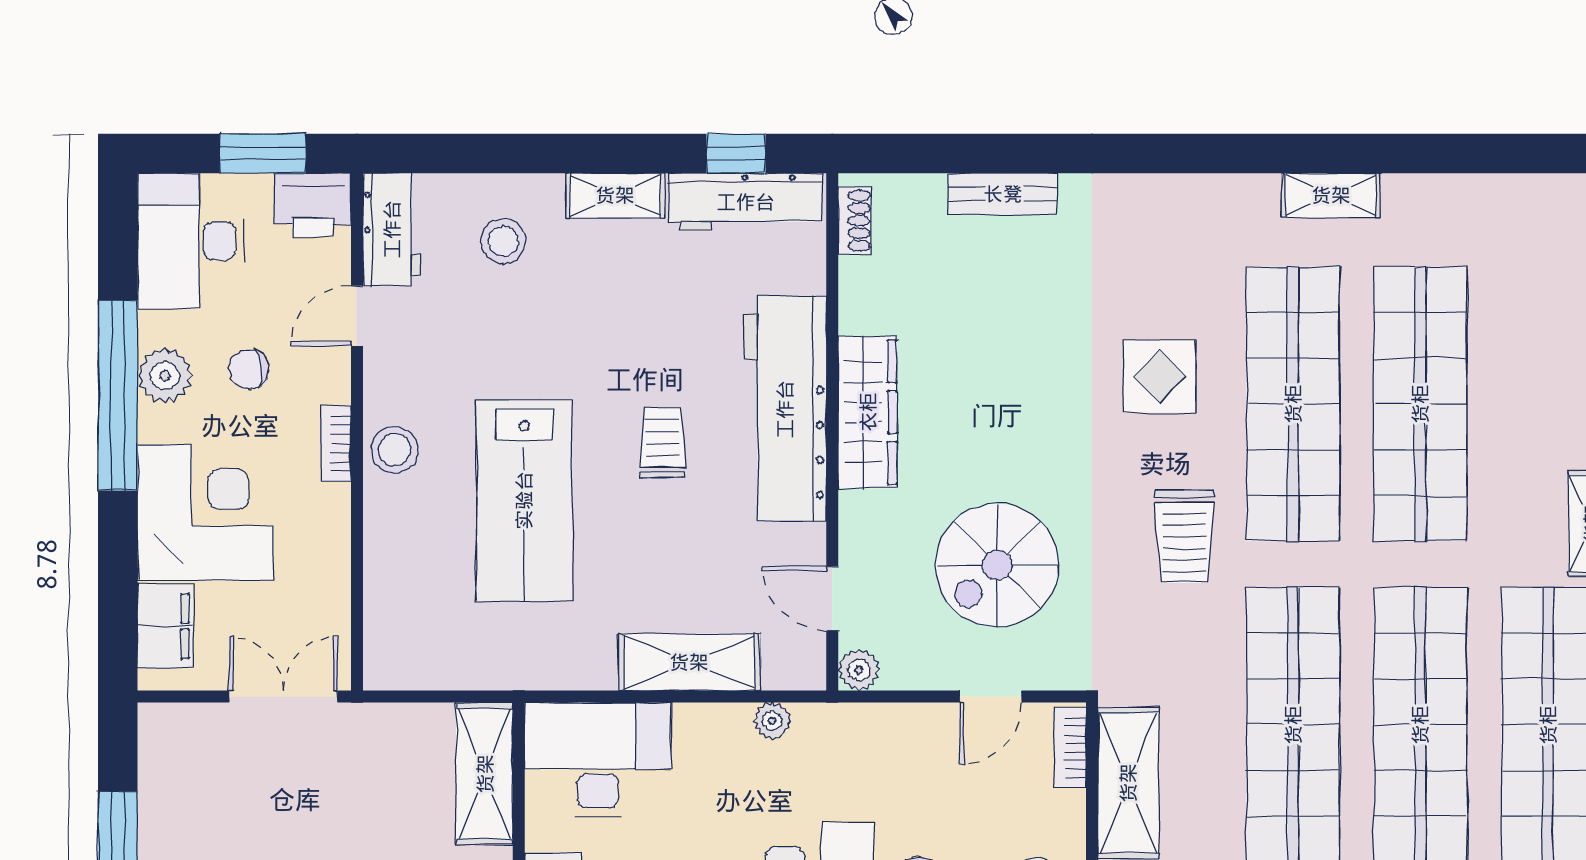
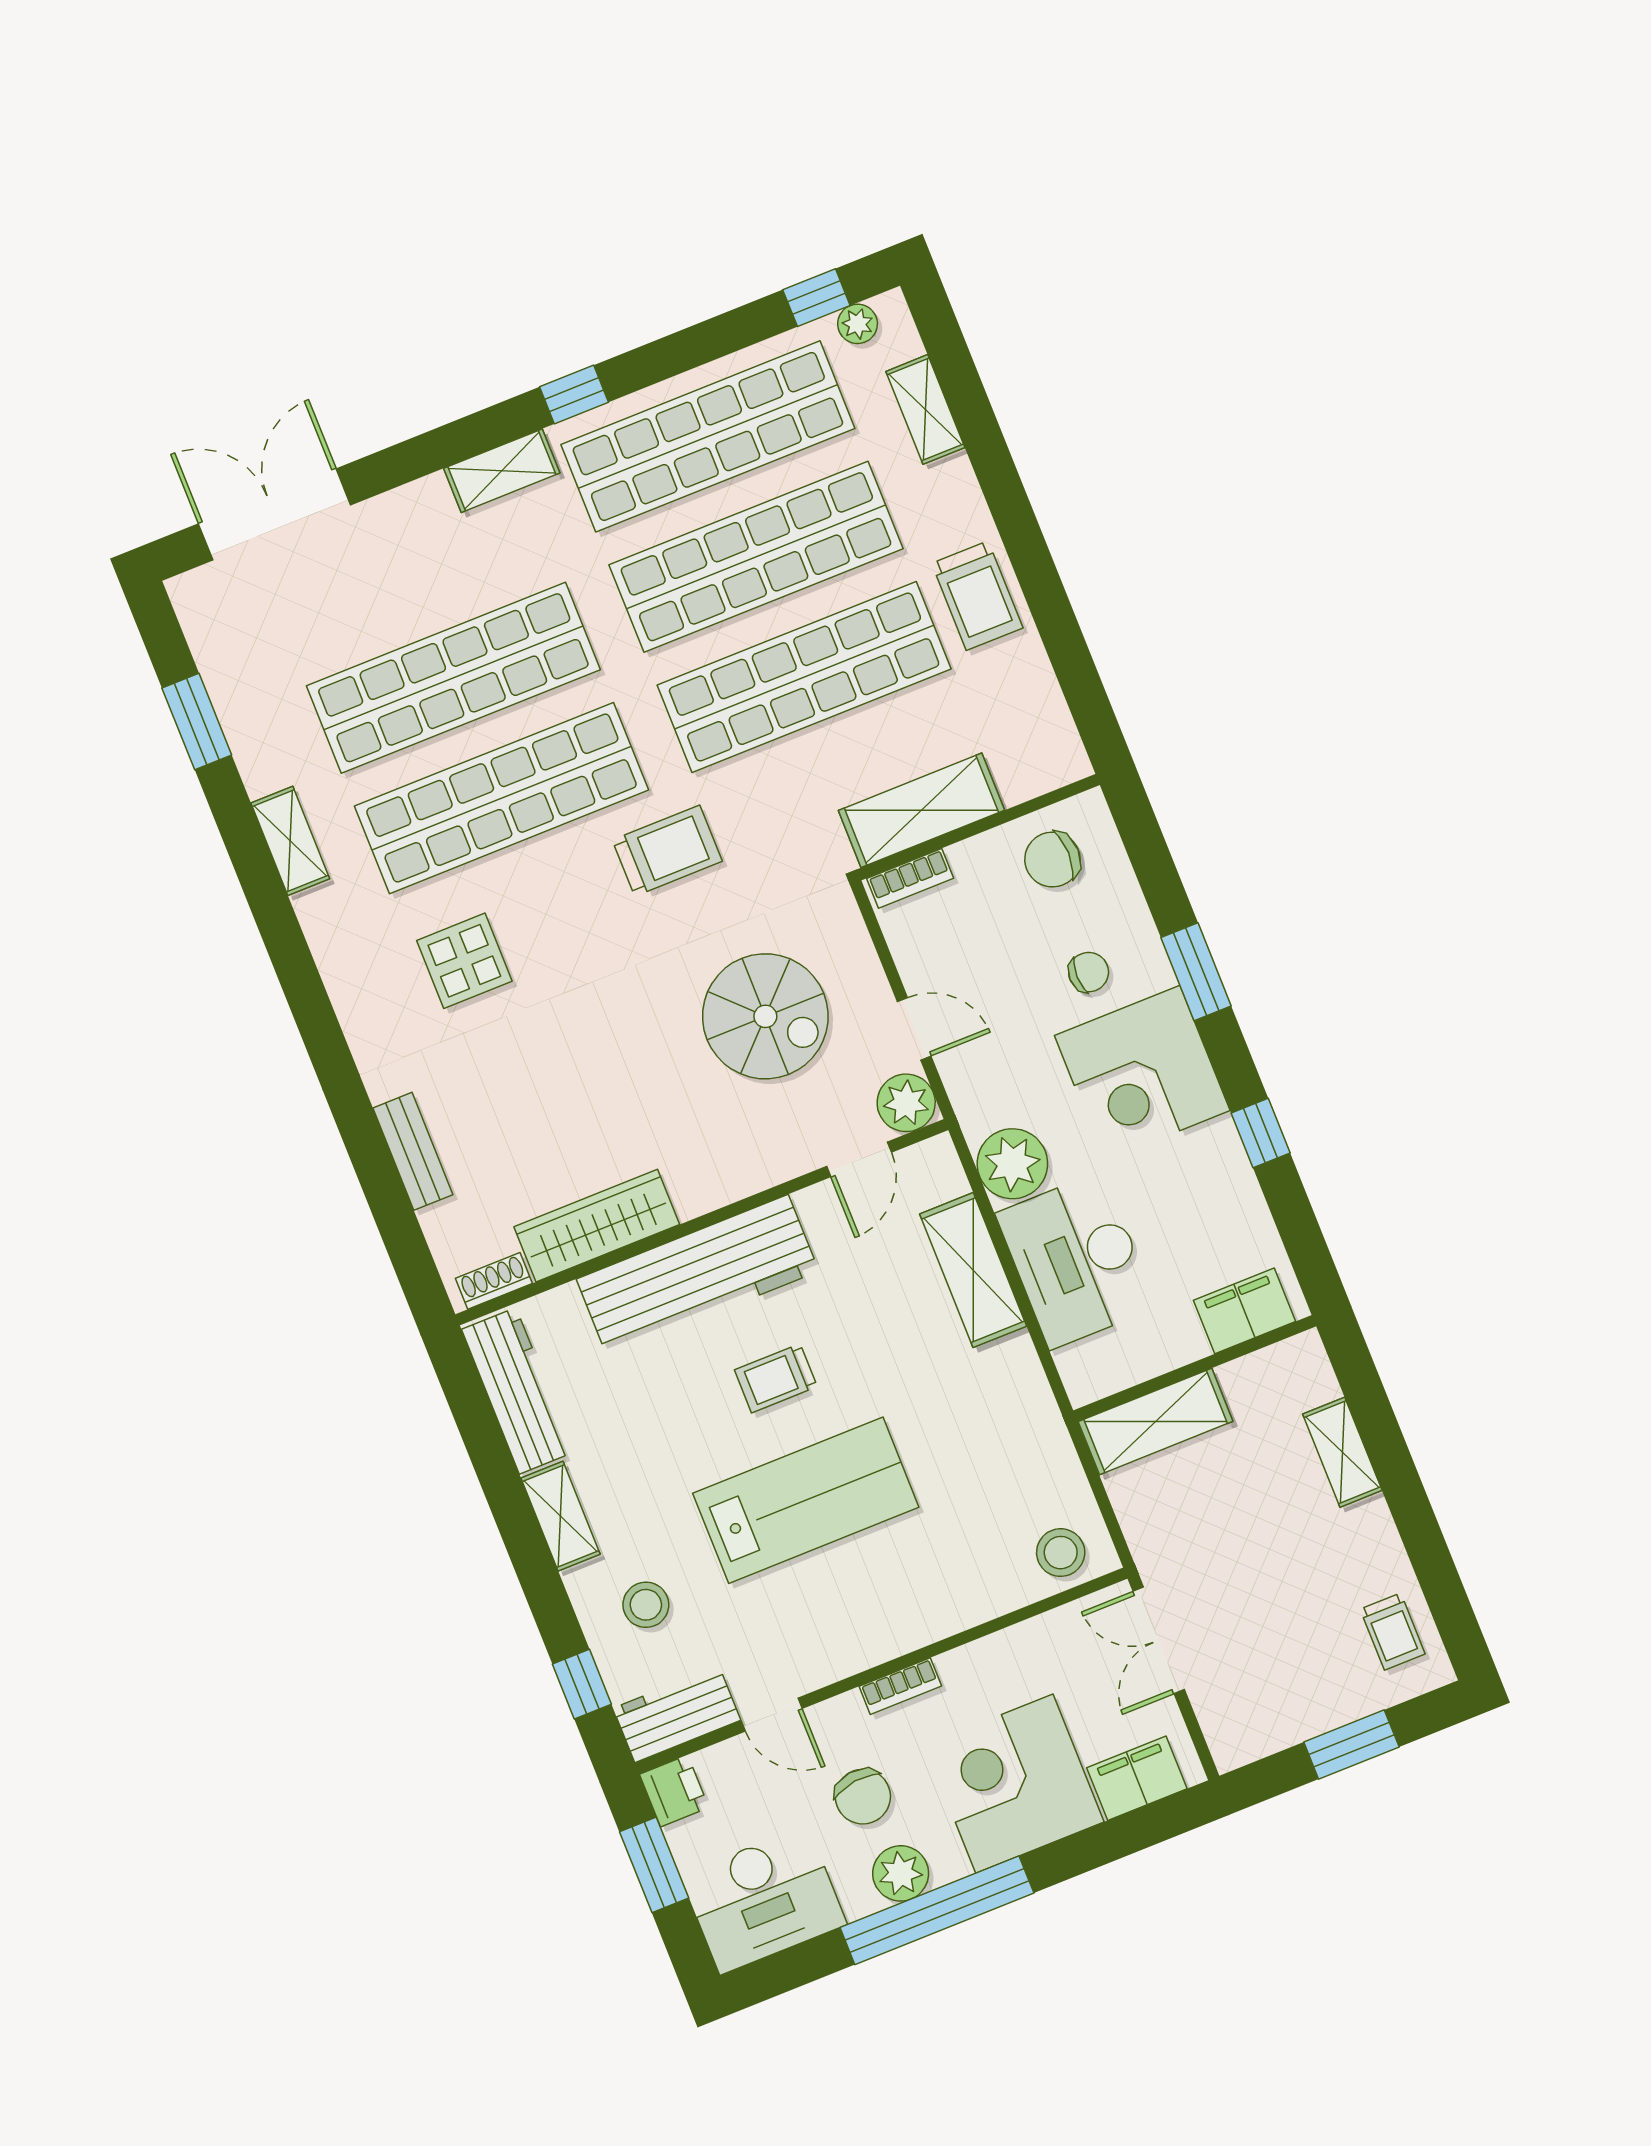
window: (736, 154) -> (582, 1684), moved
window: (1474, 154) -> (197, 722), added
printer: (313, 205) -> (674, 1791), width x0.73, depth x0.81
chair: (249, 369) -> (863, 1797), width x1.37, depth x1.37
display table: (1160, 377) -> (464, 961), moved
wardrobe: (868, 412) -> (597, 1226), moved
stool: (395, 450) -> (1061, 1553), moved
lab bench: (524, 500) -> (806, 1500), moved
plant: (859, 670) -> (906, 1103), width x1.38, depth x1.38
door: (991, 697) -> (914, 1029), moved
plant: (772, 721) -> (1012, 1164), width x1.88, depth x1.88
desk: (598, 760) -> (1076, 1260), moved

